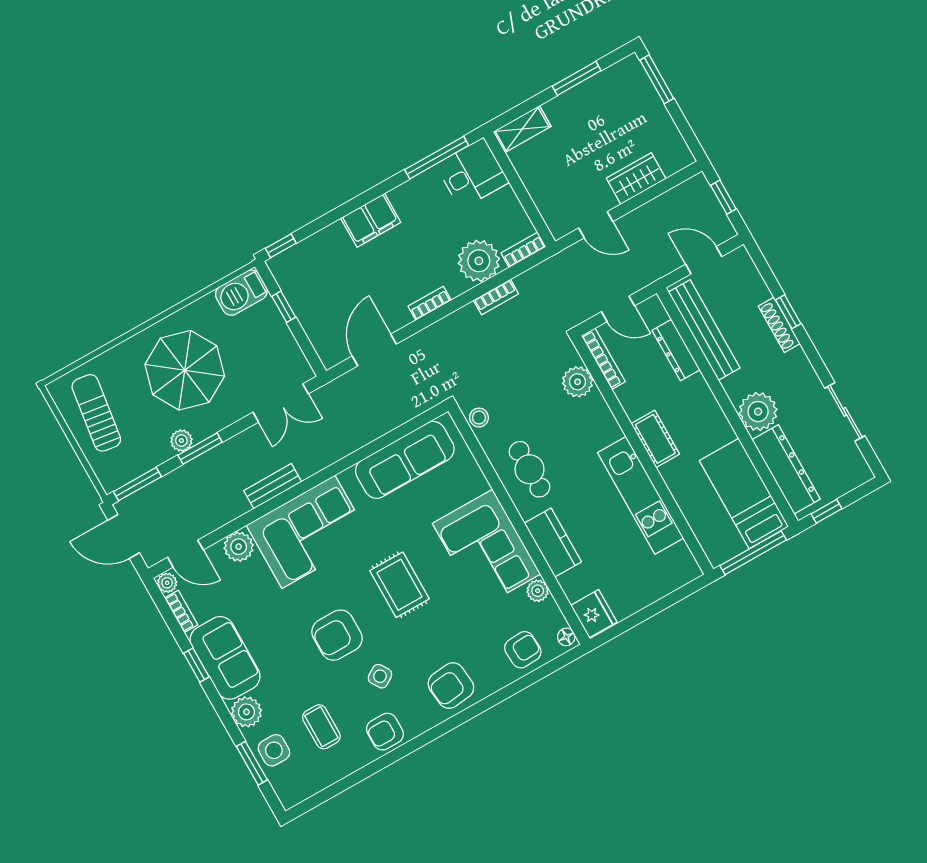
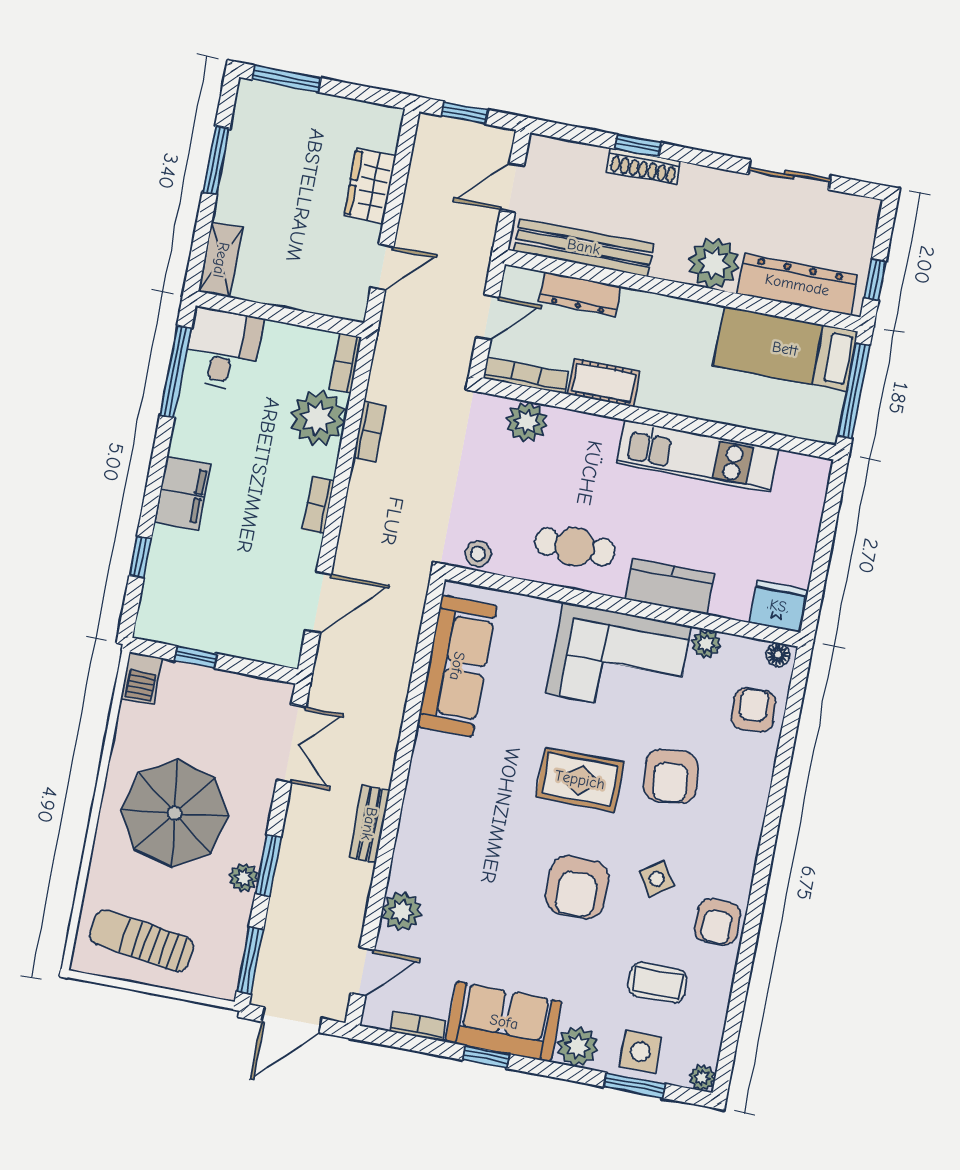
window: (281, 246) -> (140, 557), moved
barbecue: (241, 293) -> (142, 678), width x0.73, depth x0.79
door: (374, 350) -> (318, 602), swing flipped
cot: (655, 439) -> (604, 383), moved
corner sofa: (308, 532) -> (447, 827), removed
plant: (167, 583) -> (702, 1078), moved
armchair: (451, 686) -> (671, 776), moved

